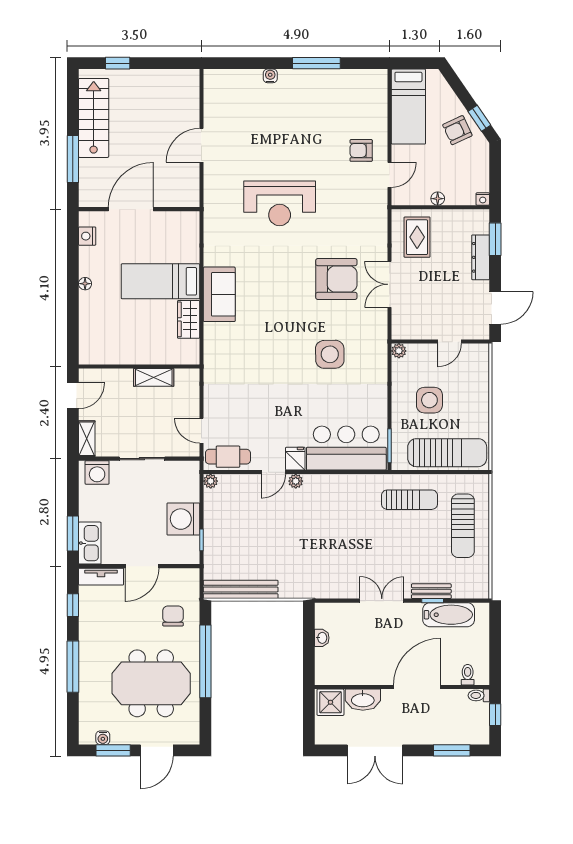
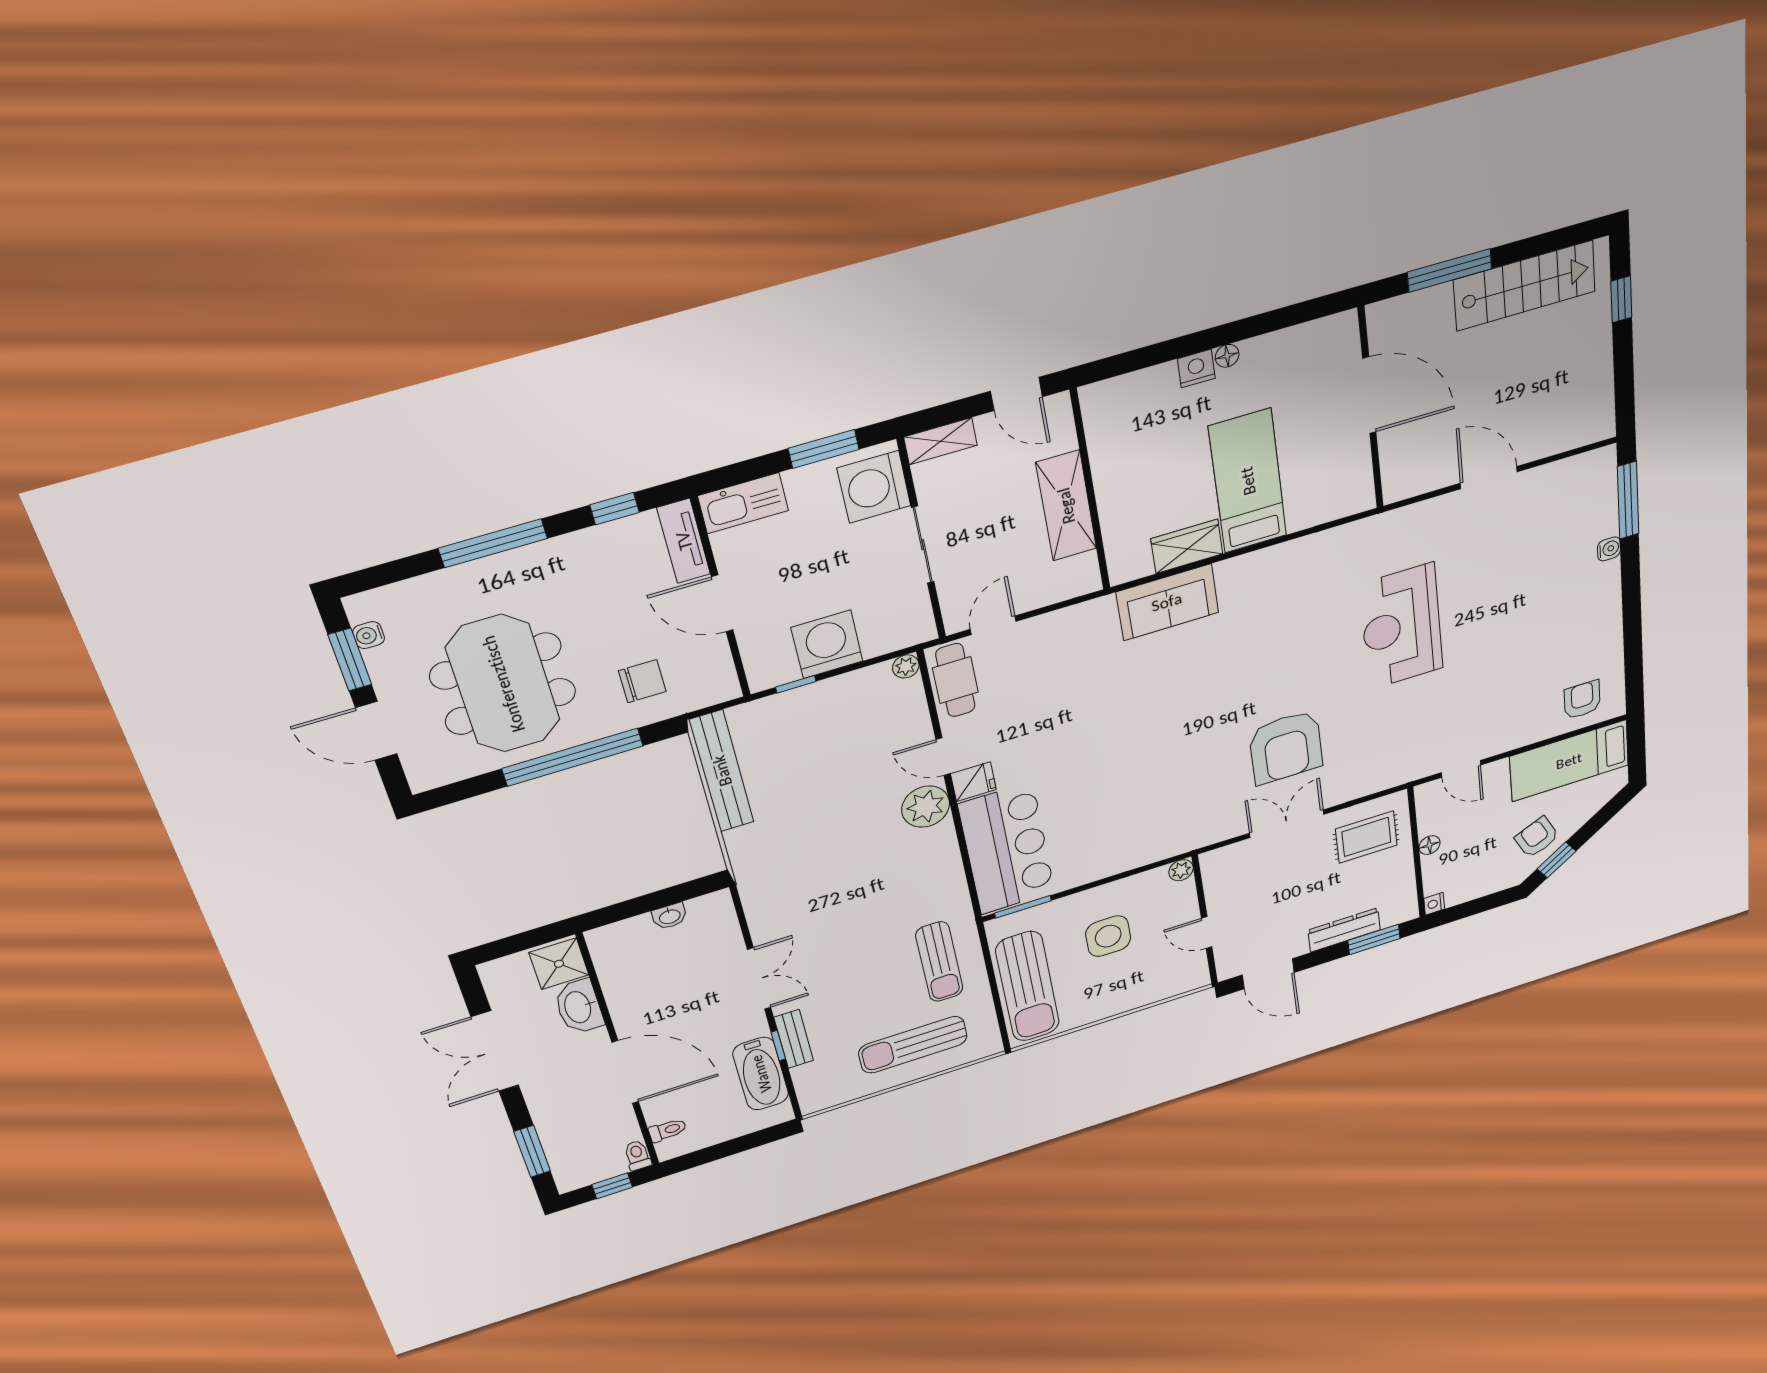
window: (316, 63) -> (1628, 500), moved
armchair: (361, 150) -> (1582, 700), moved
nightstand: (87, 236) -> (1196, 368), moved
sofa: (219, 294) -> (1167, 602), moved
side table: (330, 354) -> (1160, 776), removed
shelving: (154, 377) -> (1066, 506), width x1.50, depth x1.33
washing machine: (97, 472) -> (874, 487), width x1.37, depth x1.37
plant: (296, 481) -> (926, 807), width x1.87, depth x1.87
window: (73, 534) -> (824, 449), moved

